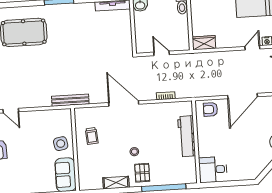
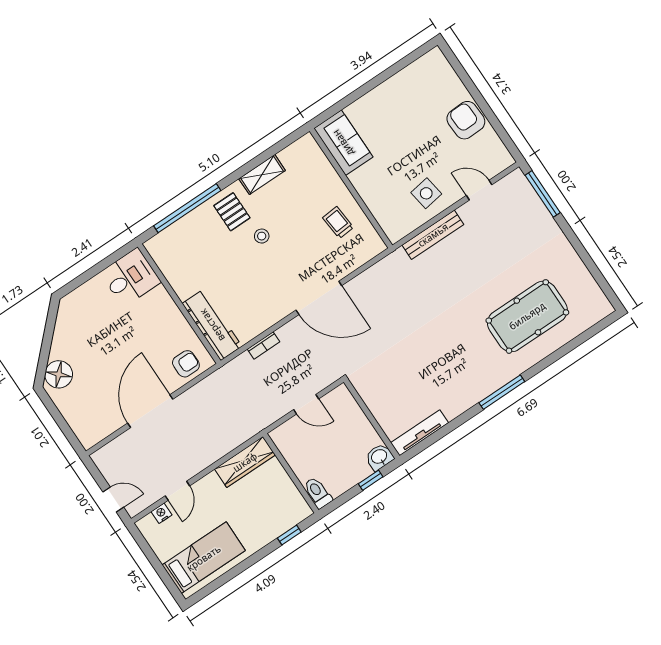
wardrobe: (204, 43) -> (245, 462), width x1.50
bench: (70, 100) -> (433, 235), moved
workbench: (187, 136) -> (212, 325), moved
side table: (61, 144) -> (426, 193), moved

